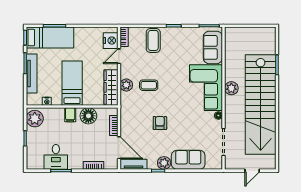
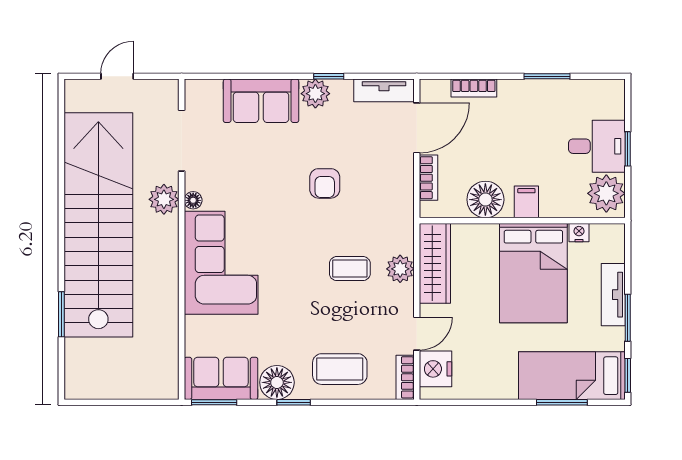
floor lamp: (181, 34) -> (277, 382), added
coffee table: (153, 40) -> (340, 369), turned 90
sofa: (213, 47) -> (221, 378), moved, turned -90
tv unit: (32, 74) -> (613, 295), width x0.71
bed: (72, 83) -> (533, 273), width x1.50
plant: (231, 88) -> (164, 199), moved
door: (119, 148) -> (417, 128), swing flipped
desk: (56, 157) -> (597, 146), moved, turned 90

